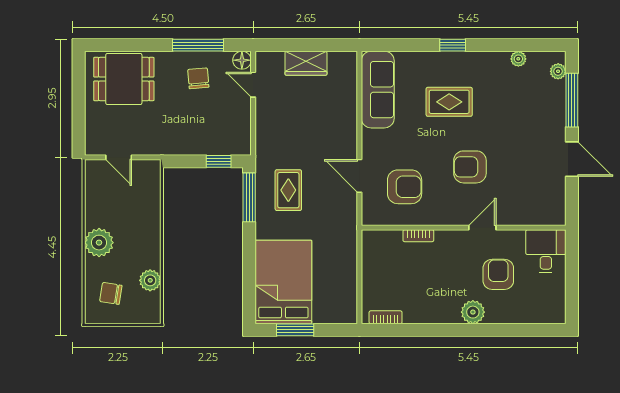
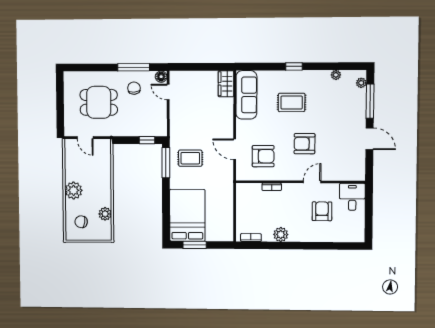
wardrobe: (306, 63) -> (226, 84), moved, turned 90
dining table: (124, 79) -> (99, 102), moved
rug: (288, 190) -> (190, 158), turned 90
plant: (473, 312) -> (281, 235), moved

